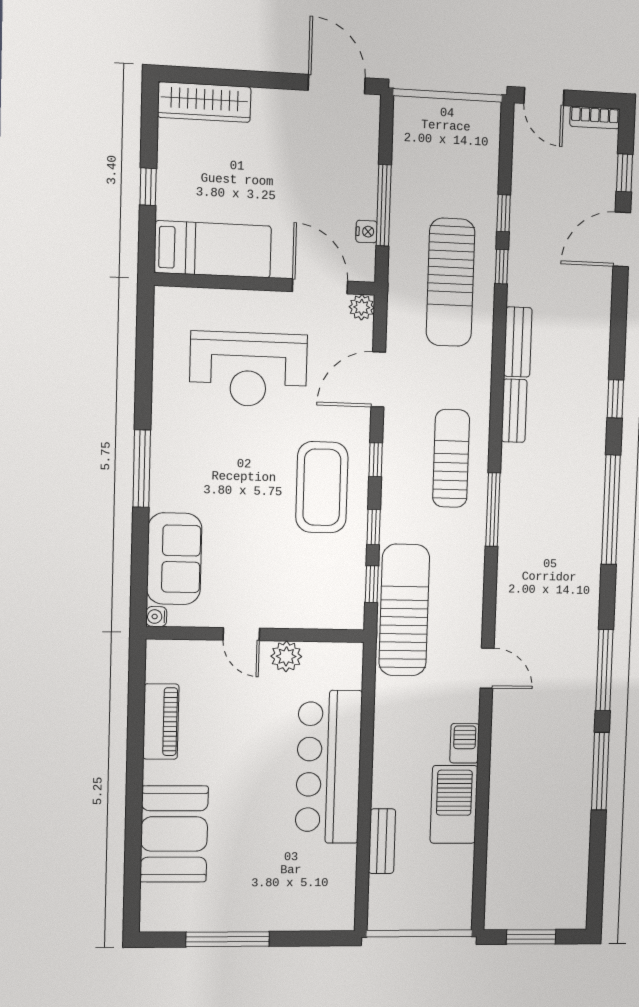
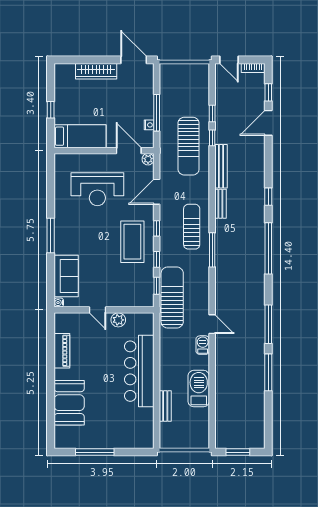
wardrobe: (204, 102) -> (96, 71), moved
bench: (518, 342) -> (221, 166), width x1.36
barbecue: (465, 743) -> (203, 345), moved

